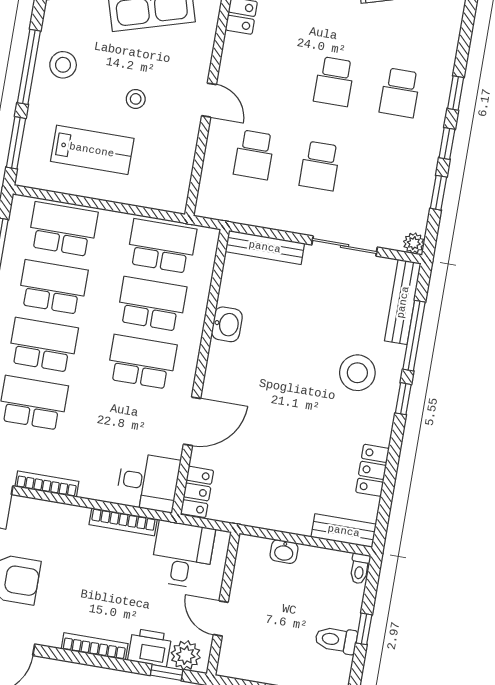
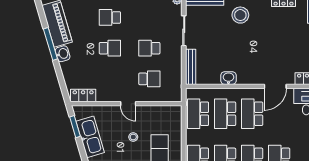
school desk: (400, 93) -> (110, 17), turned 180
door: (209, 100) -> (128, 104), swing flipped
school desk: (320, 166) -> (149, 48), turned 180
door: (192, 421) -> (275, 86), swing flipped

